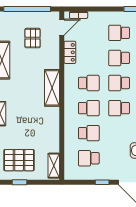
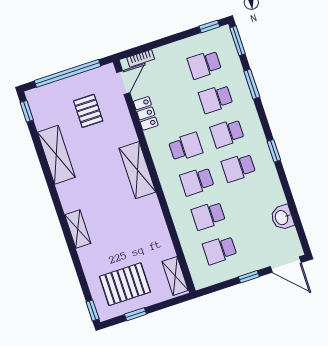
school desk: (89, 108) -> (197, 181), turned 180
school desk: (89, 133) -> (208, 216), turned 180

